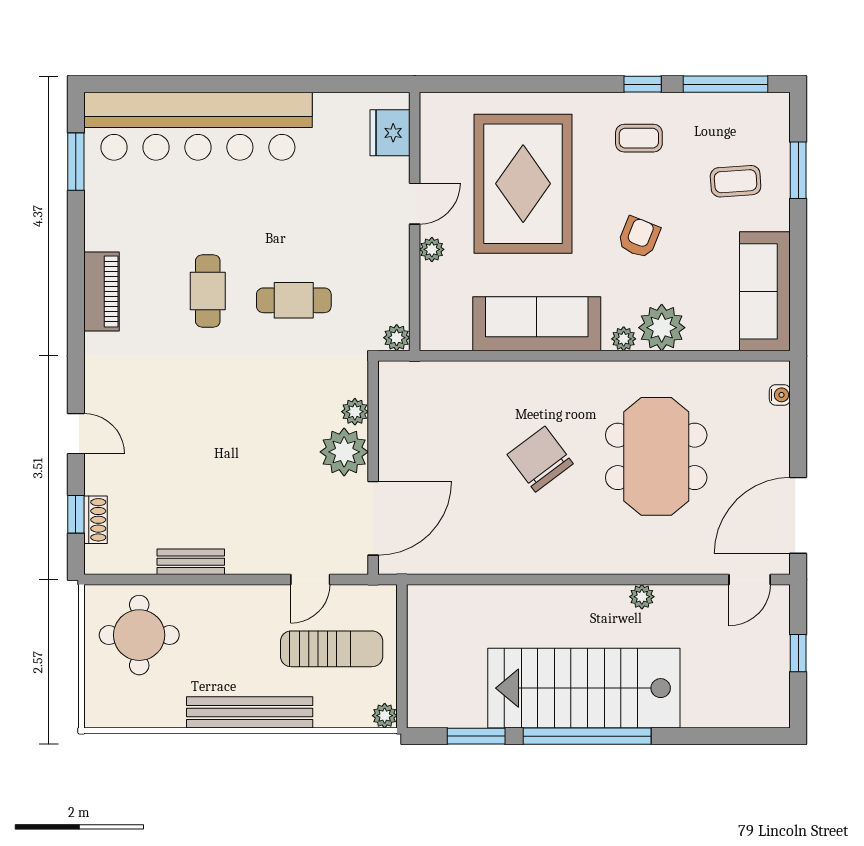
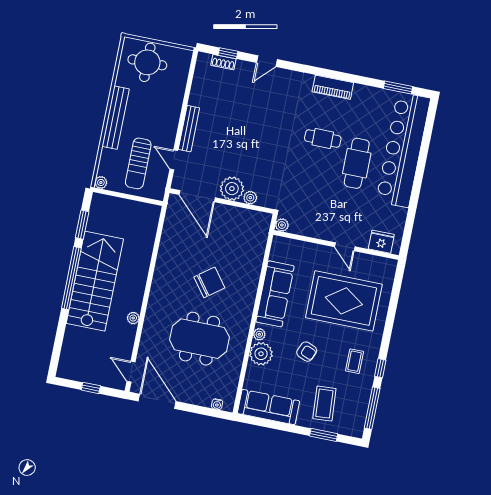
coffee table: (736, 181) -> (324, 404), width x1.36, depth x1.30
plant: (432, 249) -> (321, 251), removed
cafe table: (294, 300) -> (357, 163), moved, width x1.37, depth x1.35
bench: (191, 562) -> (189, 129), moved, width x1.36
round table: (139, 635) -> (147, 62), moved

